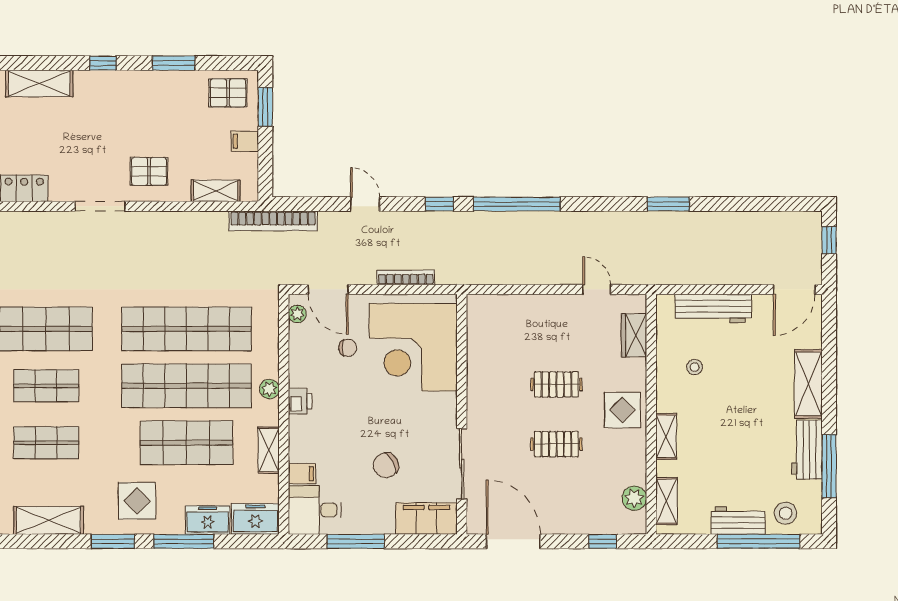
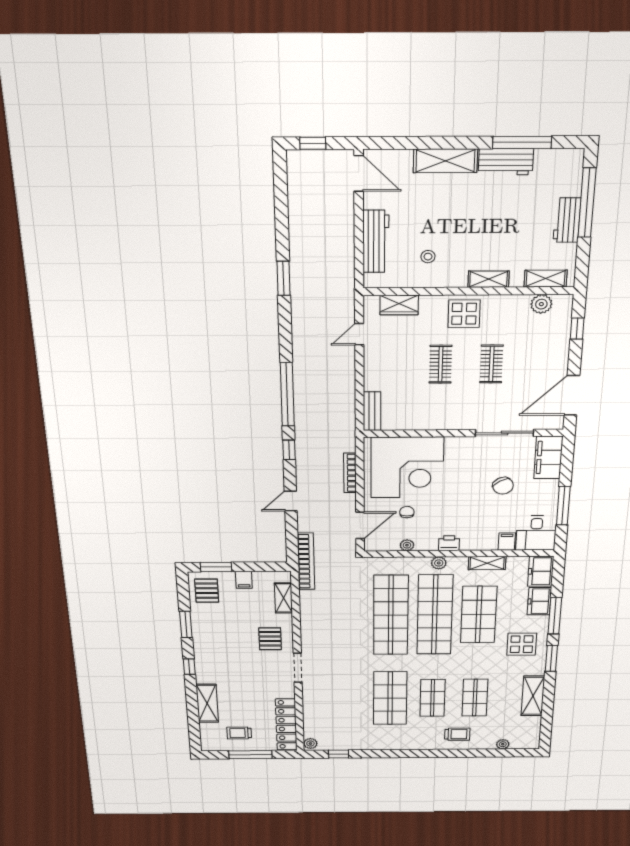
bench: (493, 304) -> (372, 411), added
plant: (297, 314) -> (407, 545), moved
stool: (786, 513) -> (563, 180), removed

